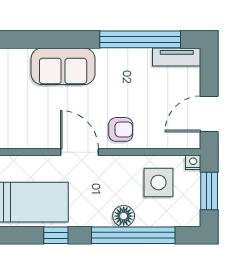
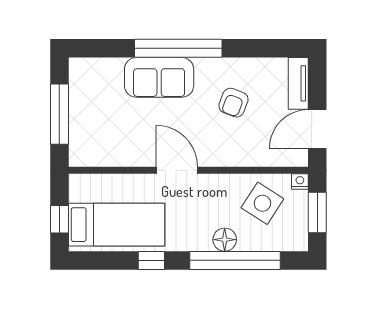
window: (140, 39) -> (178, 48), moved
tv unit: (177, 57) -> (298, 83), moved, turned 90
armchair: (121, 129) -> (233, 103), moved, turned 111
side table: (159, 182) -> (262, 203), turned 33

